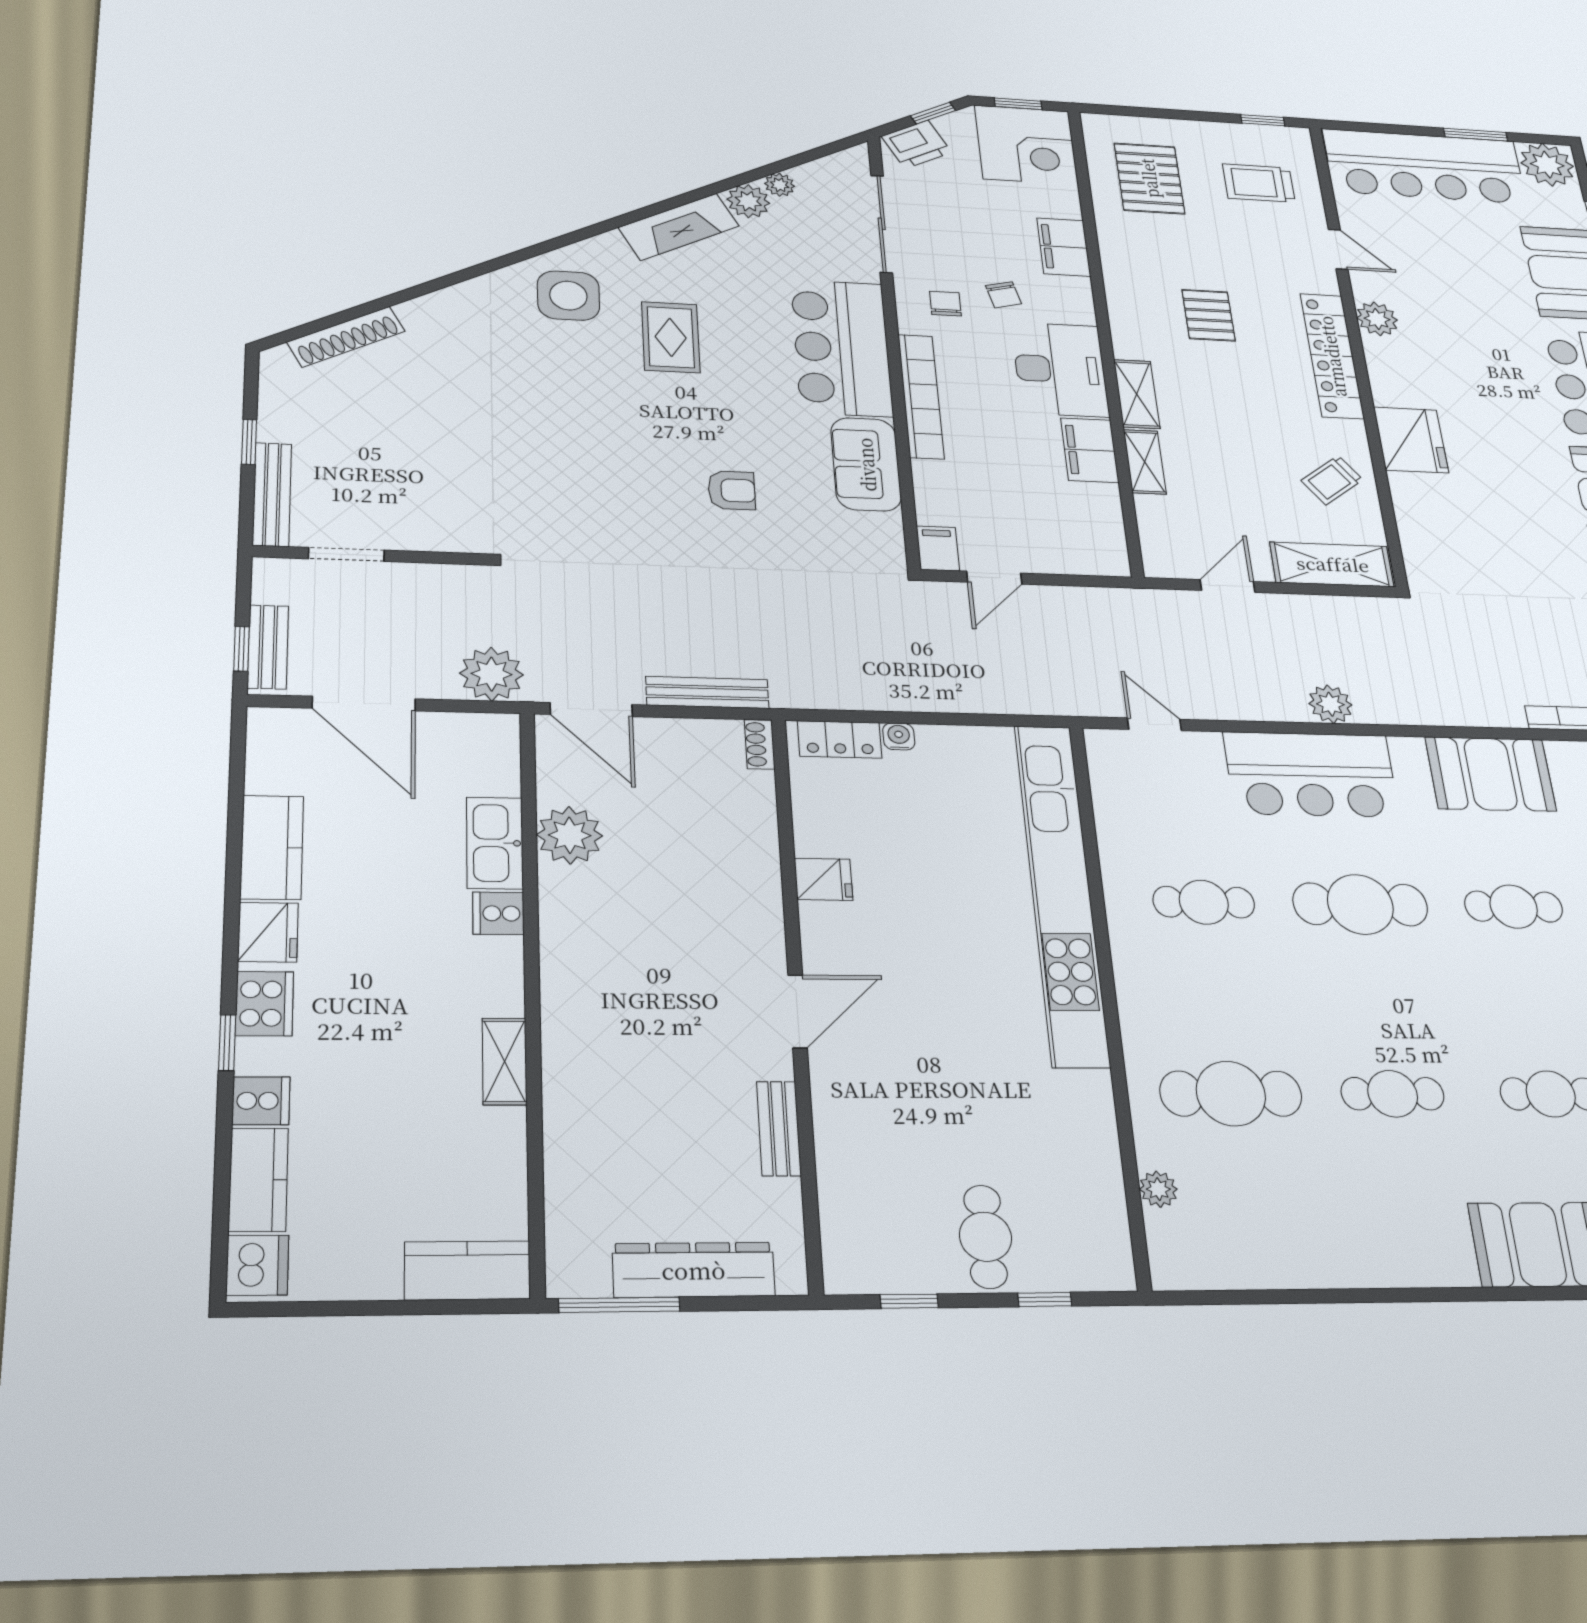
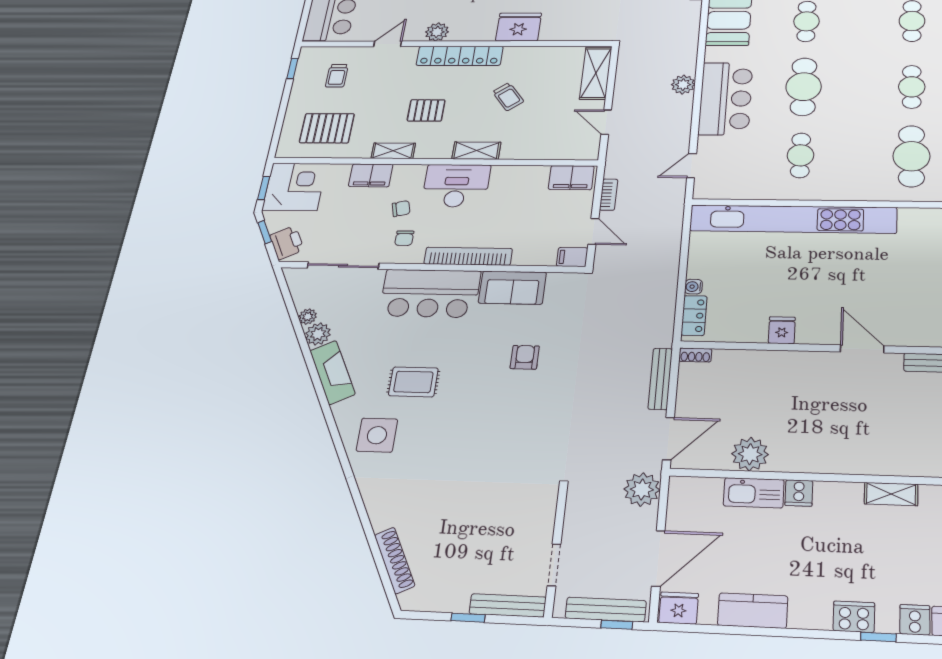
trolley: (1259, 183) -> (337, 76), width x0.73, depth x0.72
chair: (945, 304) -> (404, 238), turned -90
filing cabinet: (1090, 450) -> (571, 178), moved
shelving: (1145, 462) -> (393, 151), moved
trolley: (1332, 480) -> (508, 97), moved
bookcase: (1074, 597) -> (609, 195), added
bench: (268, 647) -> (606, 609), width x1.36
fridge: (268, 932) -> (679, 608), moved

